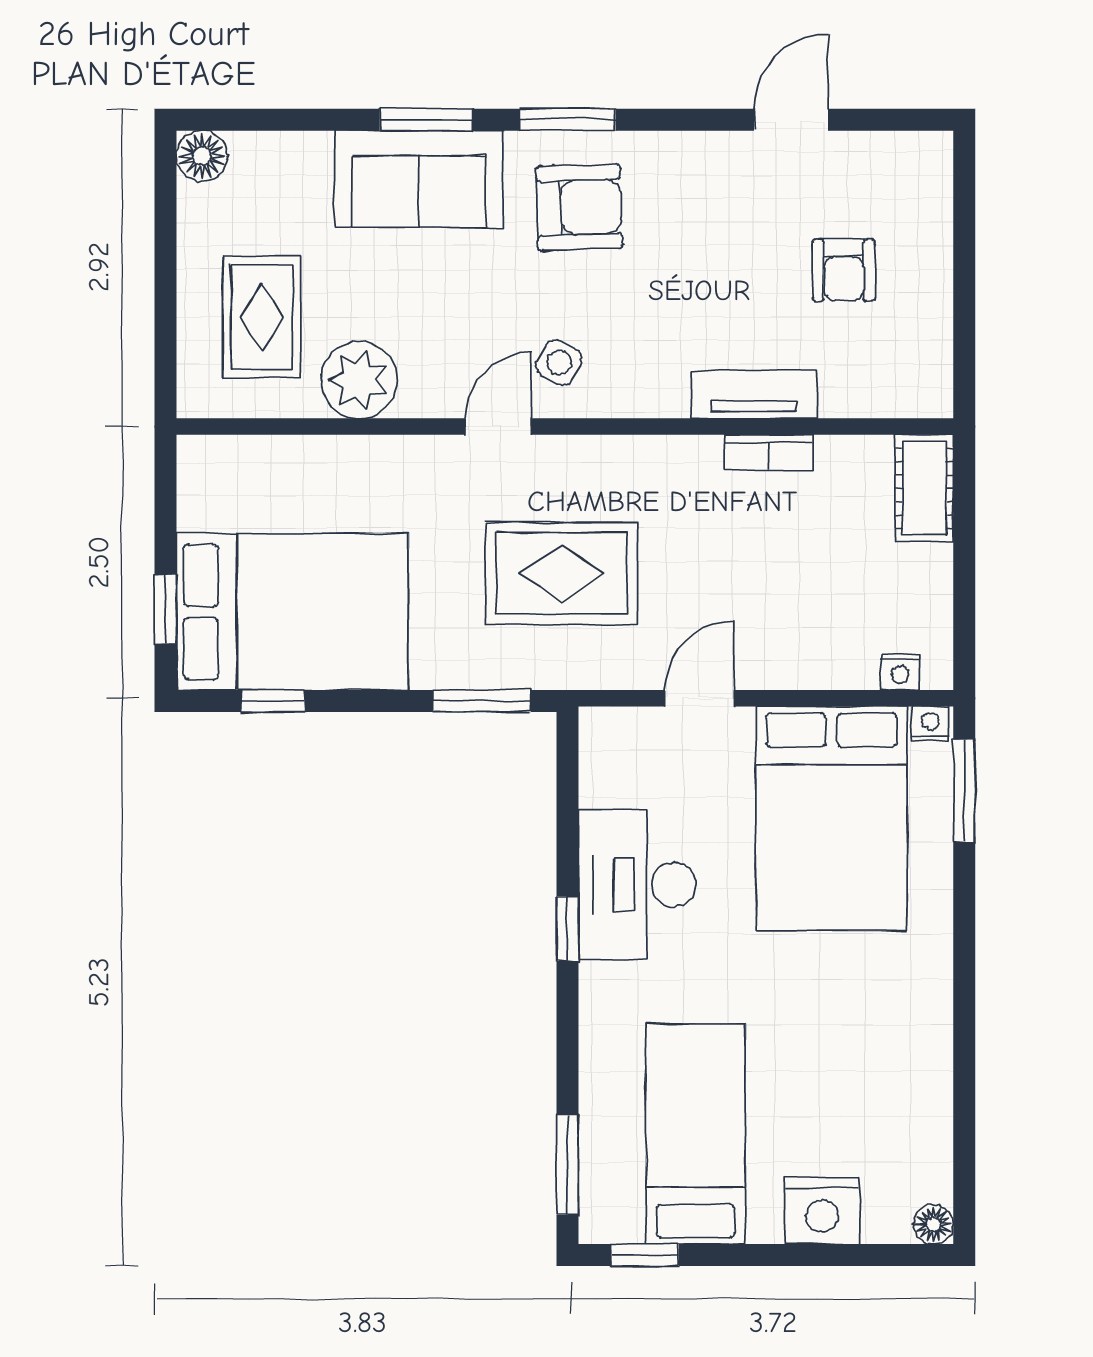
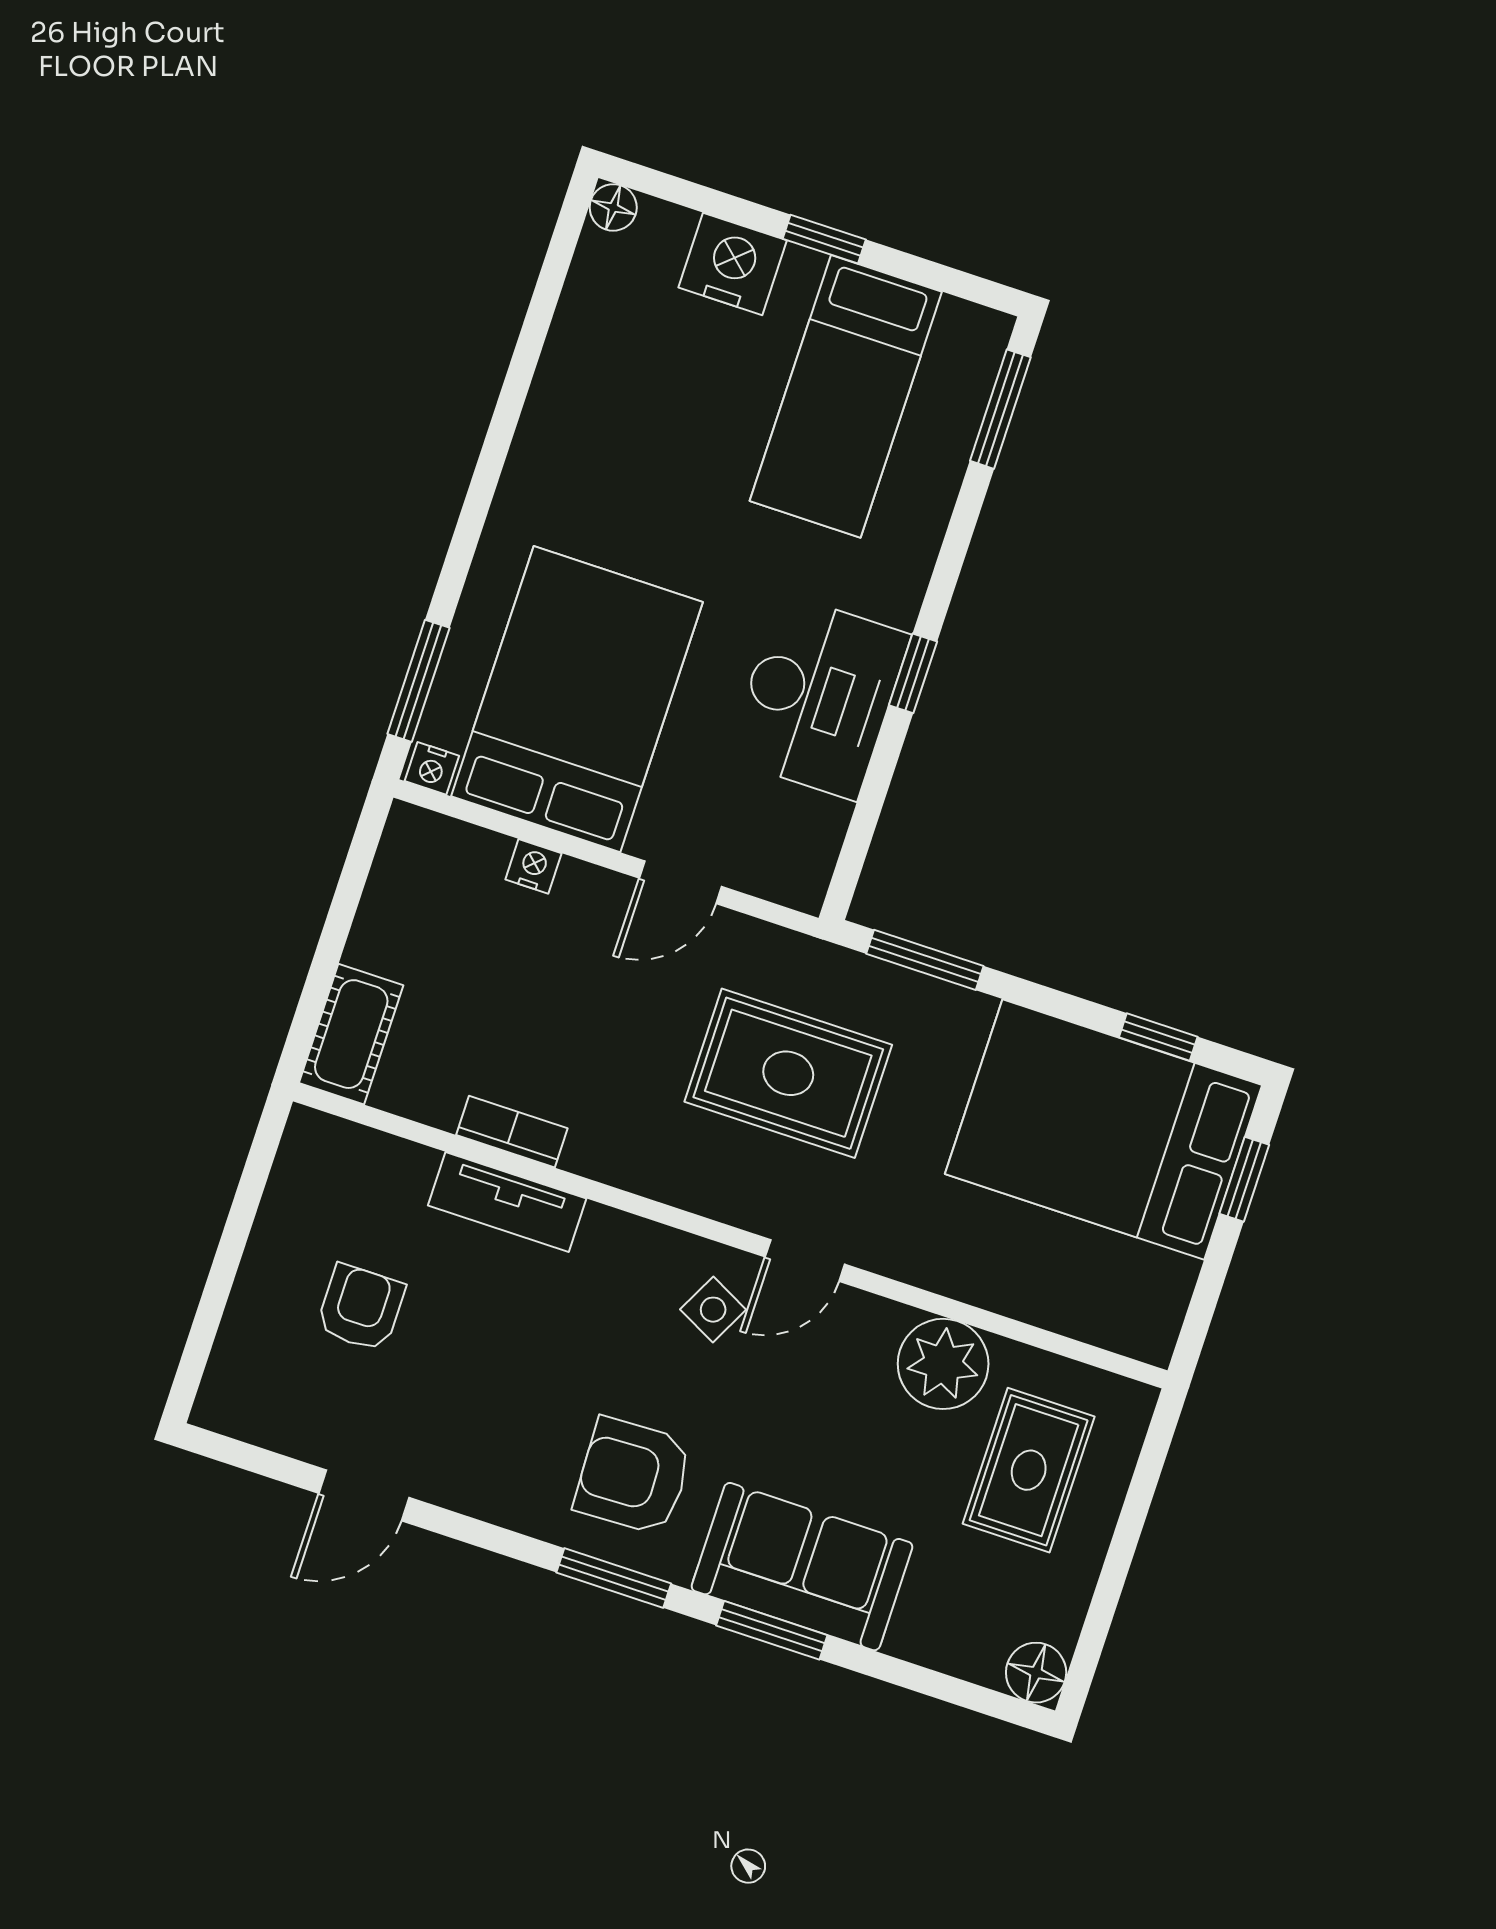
nightstand: (900, 672) -> (533, 866), moved
window: (645, 1255) -> (824, 239), moved

